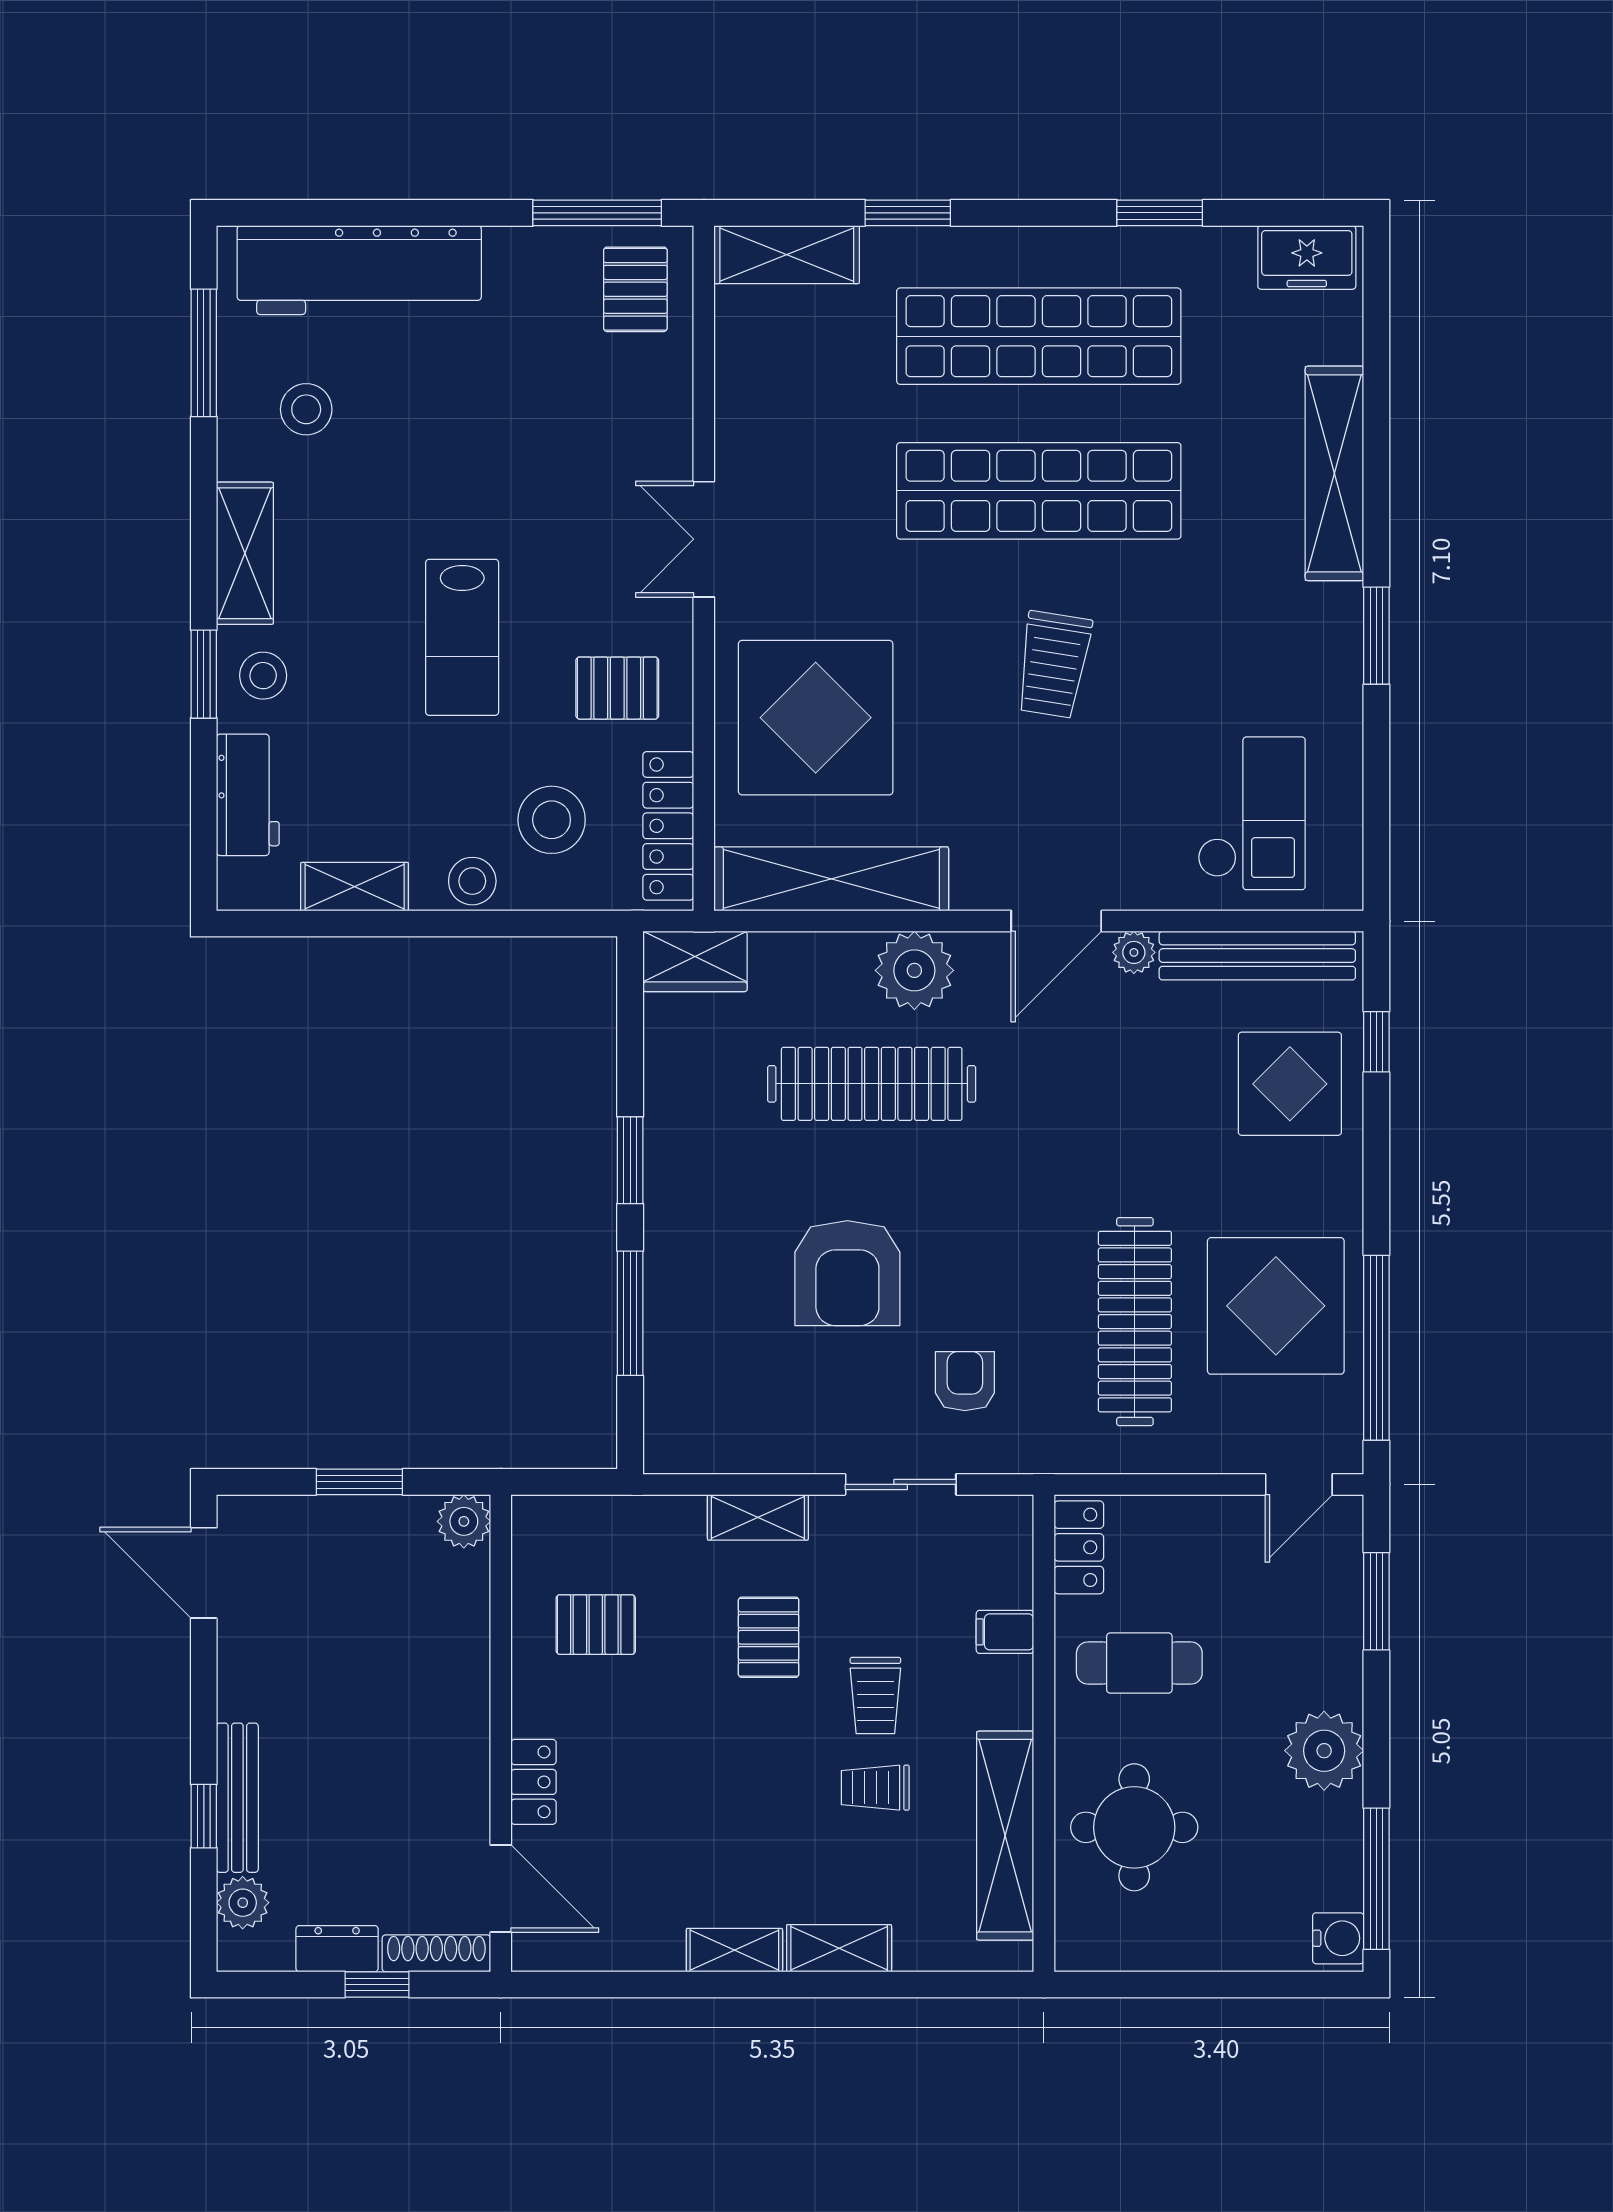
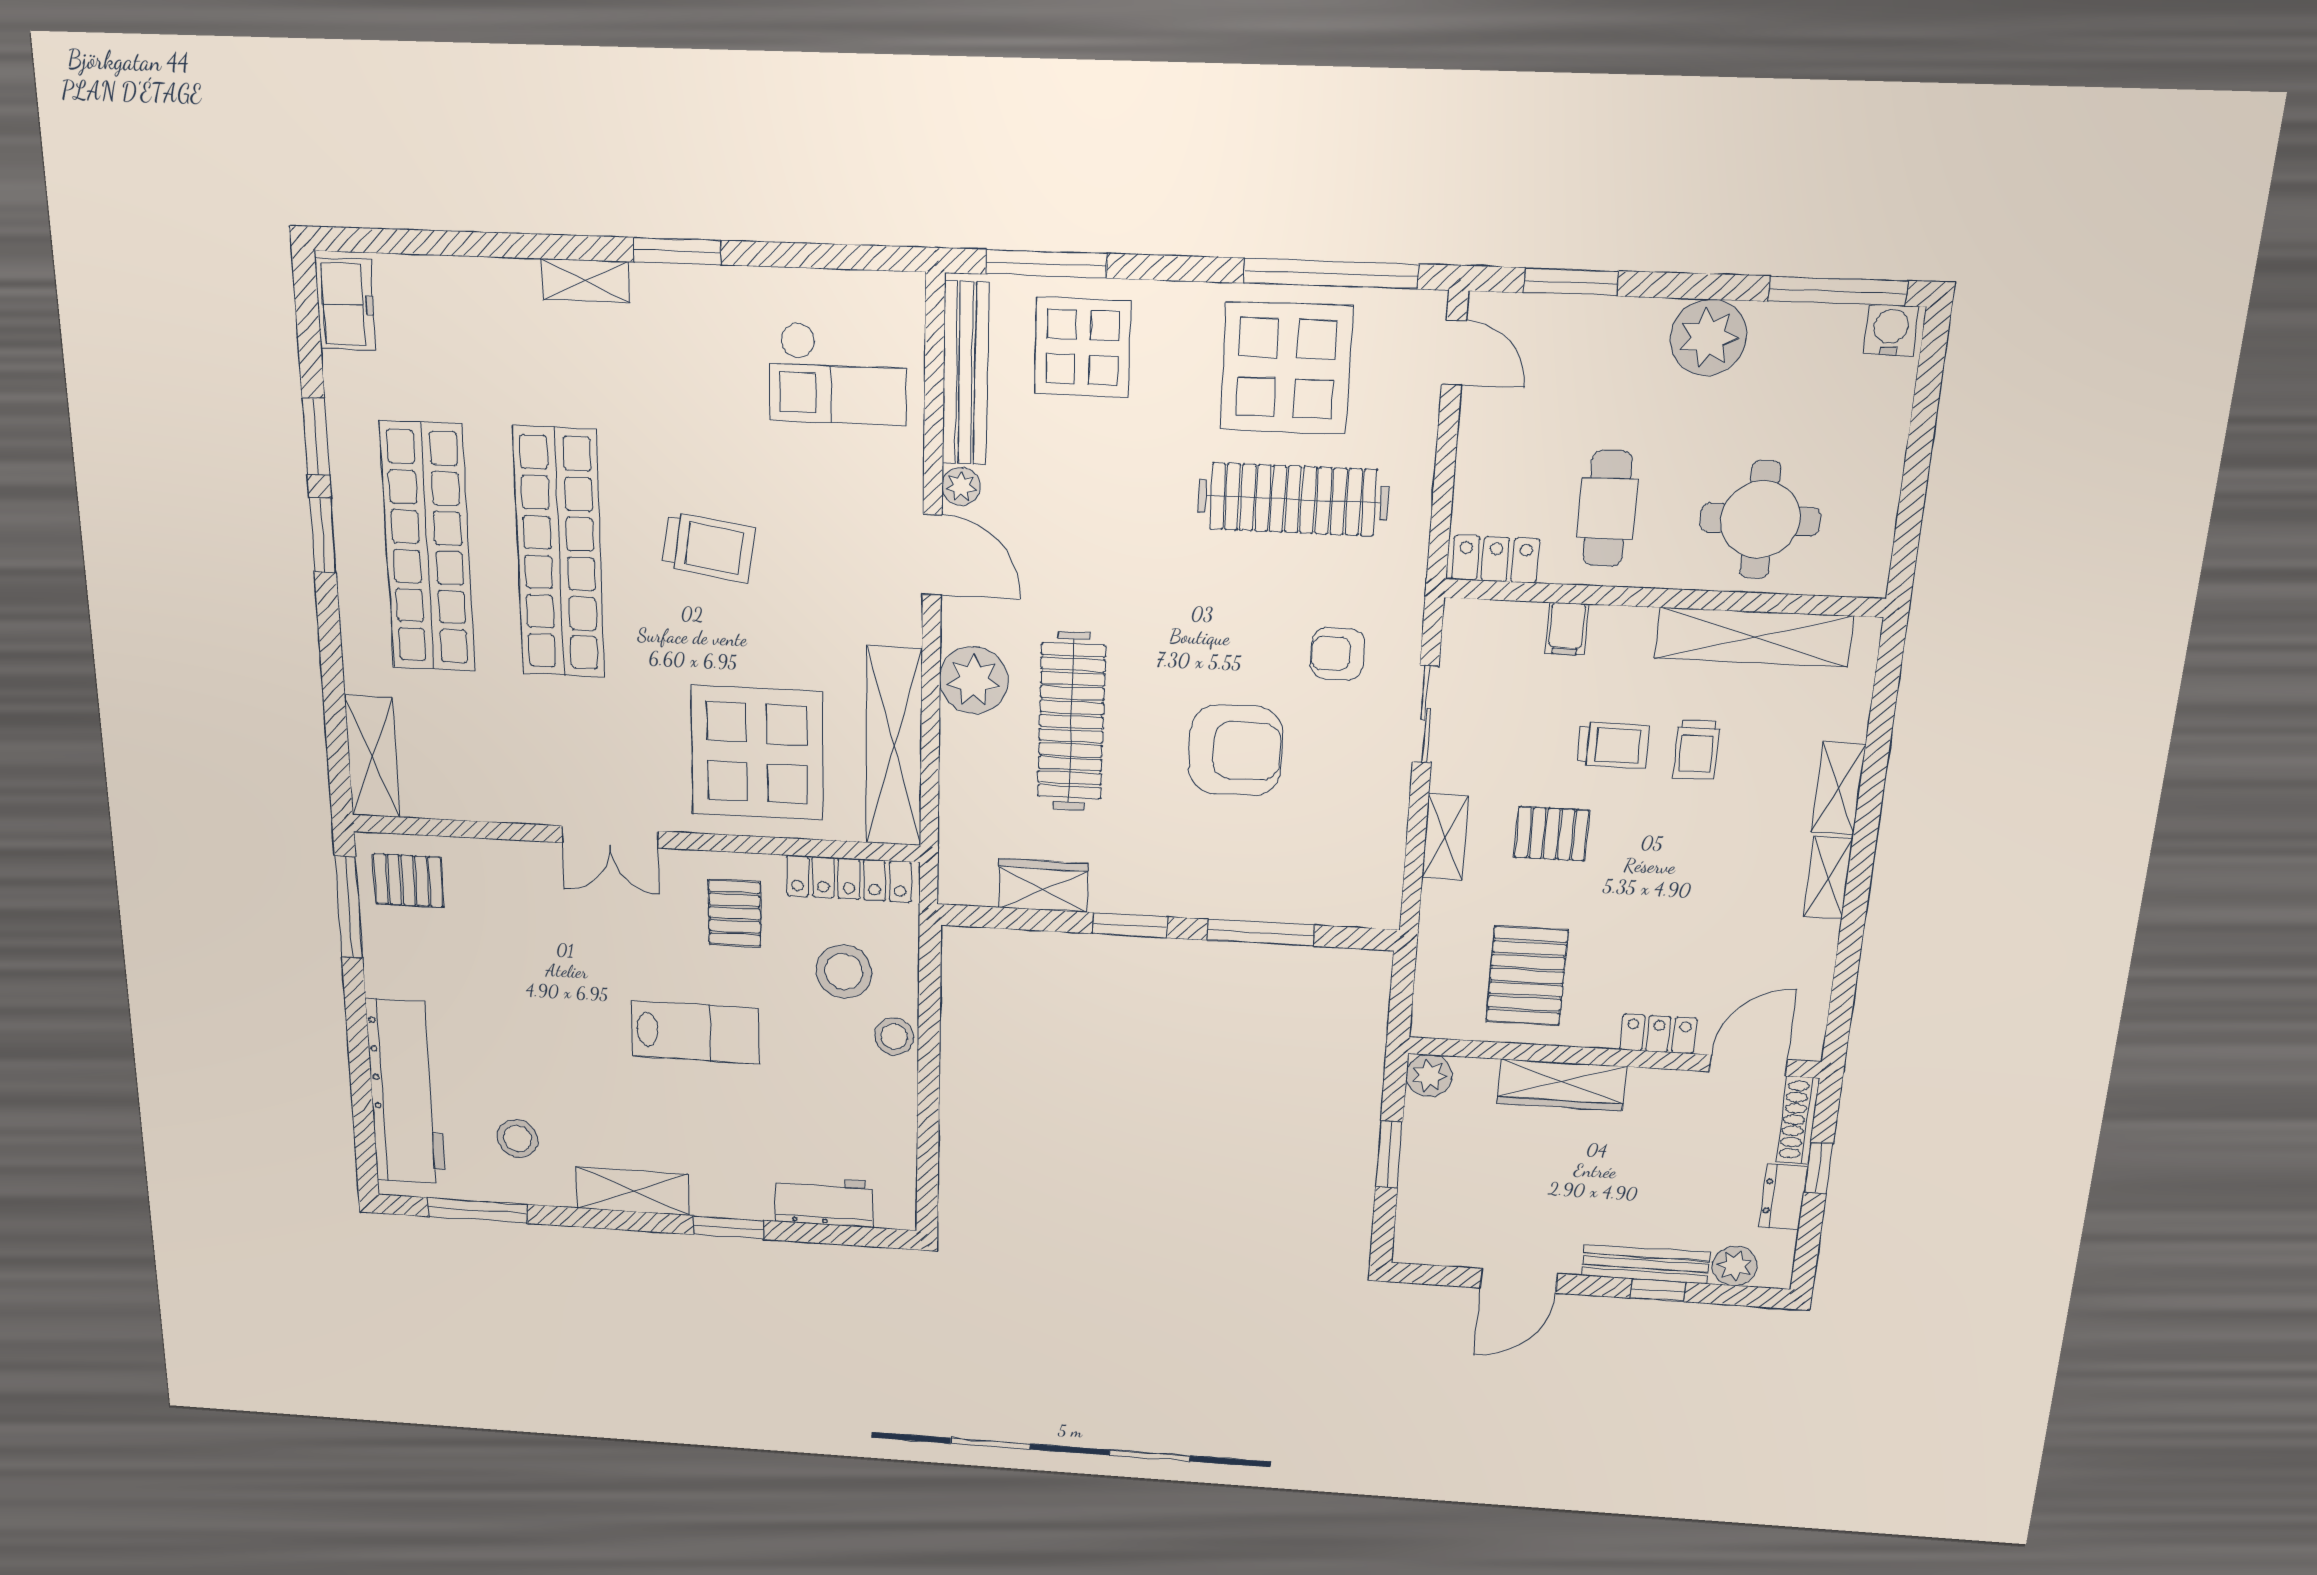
window: (908, 213) -> (323, 535), moved
shelving: (1334, 473) -> (585, 281), width x0.45, depth x0.75
stool: (263, 676) -> (729, 1184), removed
checkout: (1252, 813) -> (838, 374), turned 180
shelving: (355, 887) -> (898, 1127), removed
wardrobe: (695, 961) -> (1043, 886), moved, turned -90
window: (1376, 1042) -> (1046, 264), width x2.17
door: (204, 1573) -> (1519, 1281), moved
pallet: (596, 1625) -> (1527, 976), width x1.50, depth x1.42
wardrobe: (462, 1677) -> (1562, 1085), added

